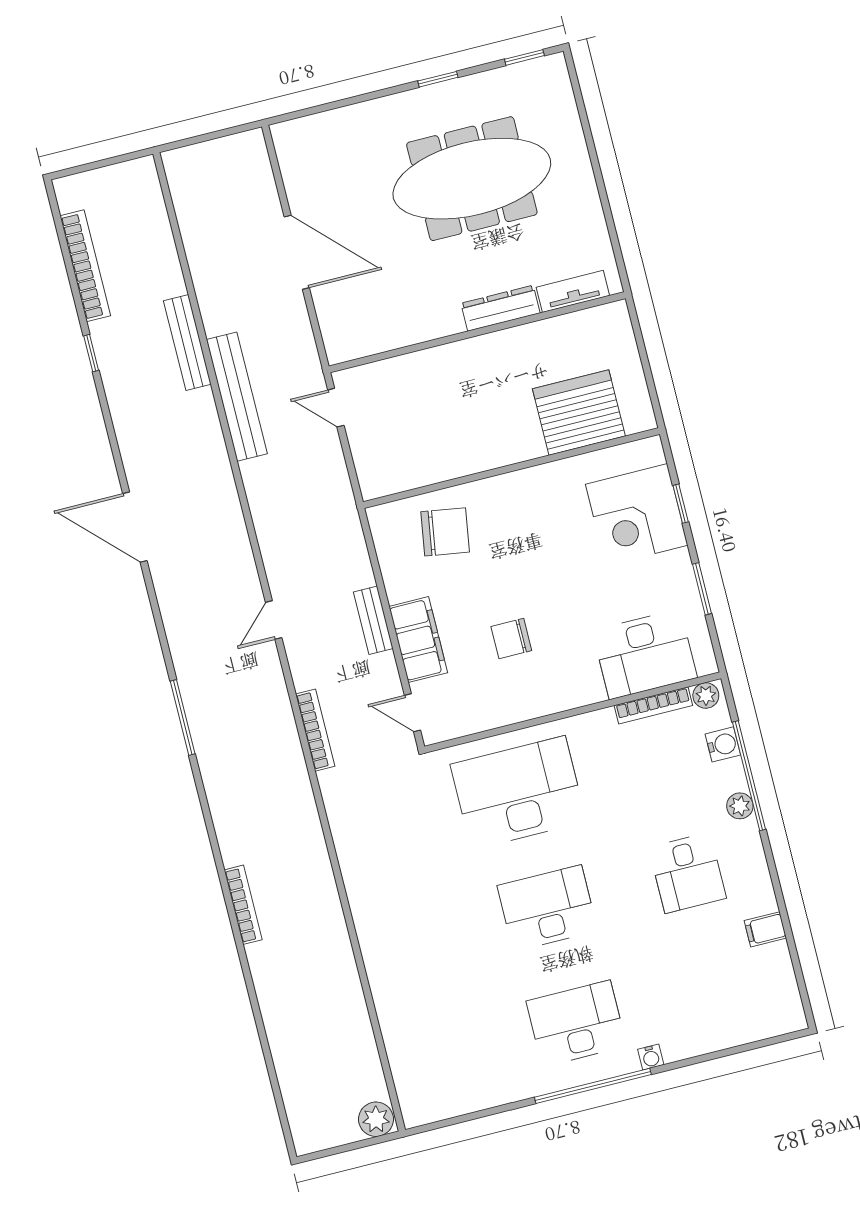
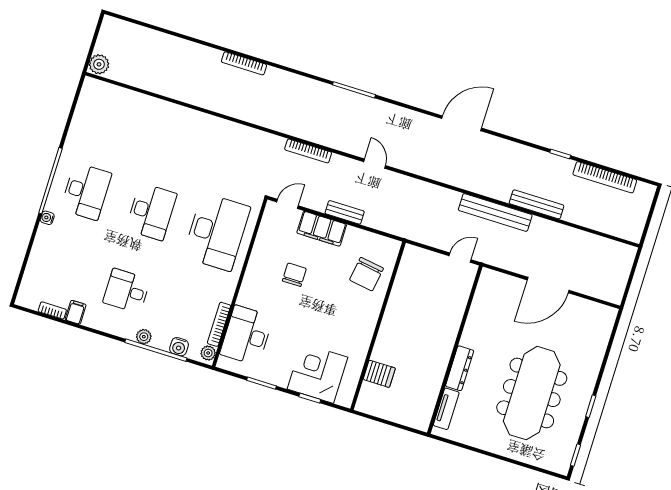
server rack: (579, 412) -> (379, 374), width x0.46, depth x0.70
bookcase: (784, 966) -> (52, 310), added

